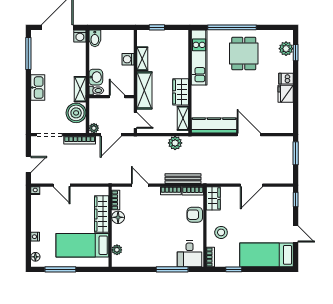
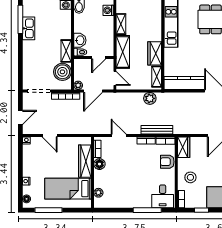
washing machine: (128, 59) -> (108, 10), moved
kitchen sink: (38, 88) -> (29, 28), moved
door: (117, 97) -> (99, 58), swing flipped

